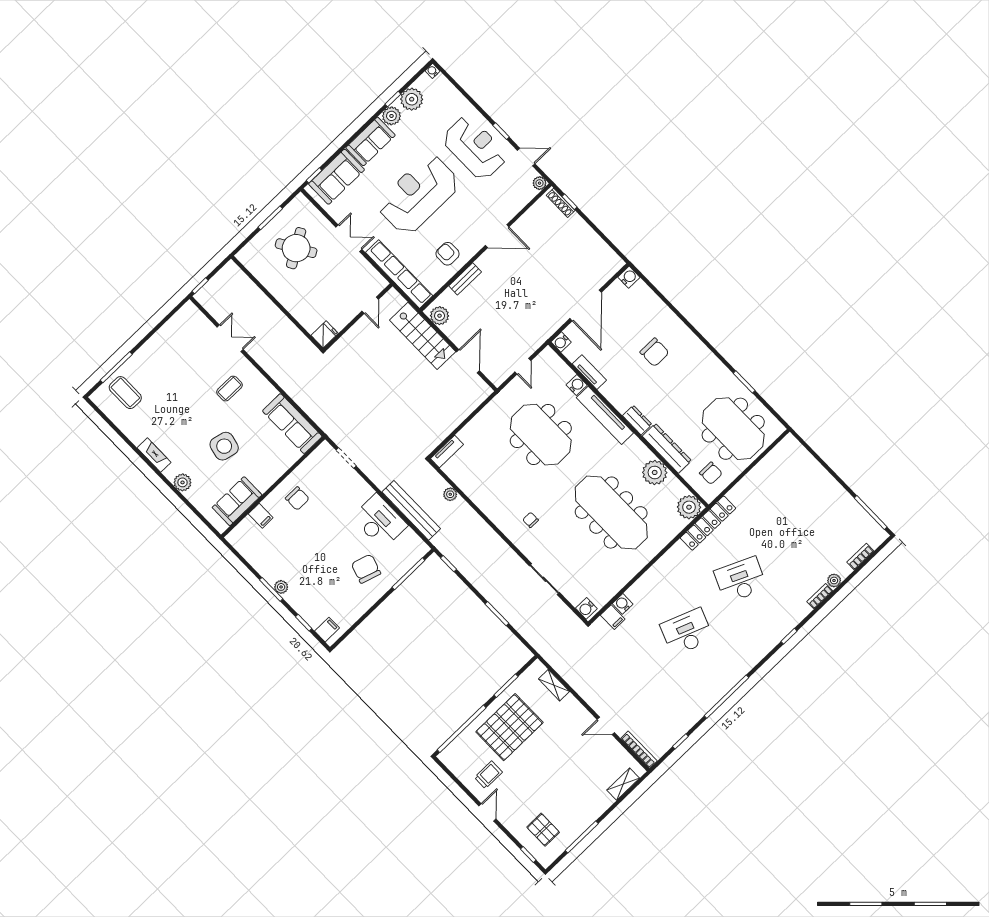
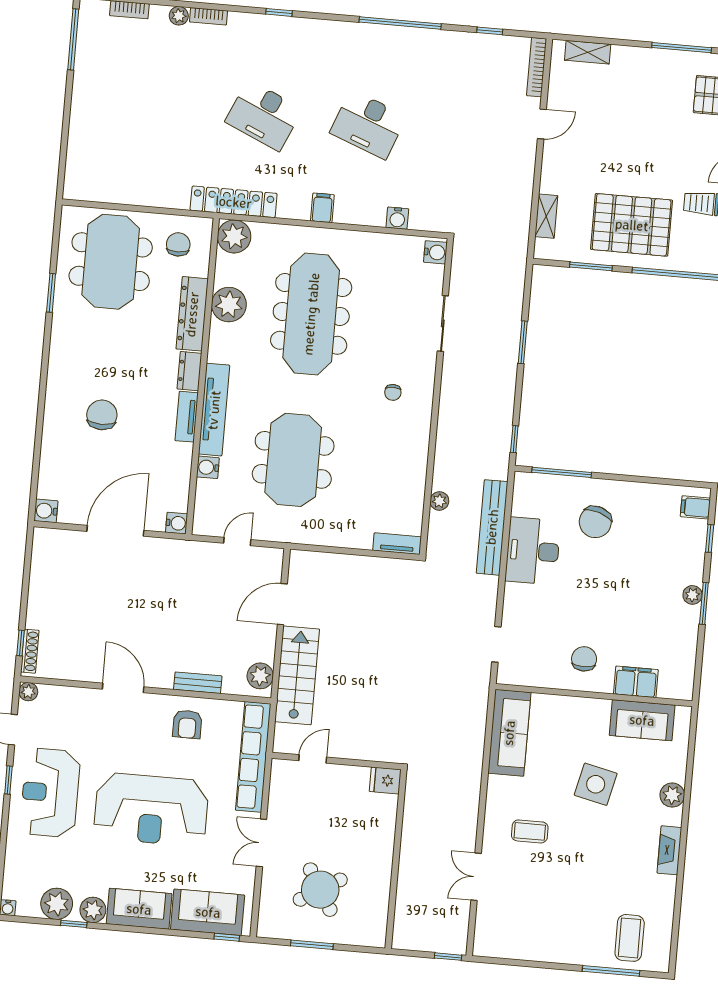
tv unit: (589, 372) -> (187, 417), moved
filing cabinet: (261, 516) -> (636, 682), width x2.00
filing cabinet: (613, 617) -> (322, 208), moved
door: (606, 726) -> (542, 124), hinge flipped

